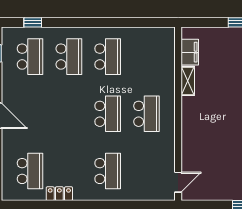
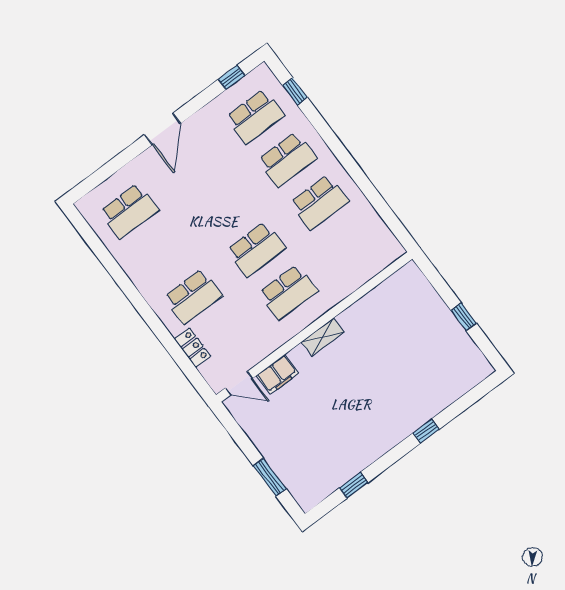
filing cabinet: (190, 52) -> (278, 374), moved
shelving: (188, 81) -> (323, 337), moved
locker: (59, 194) -> (192, 348), moved

